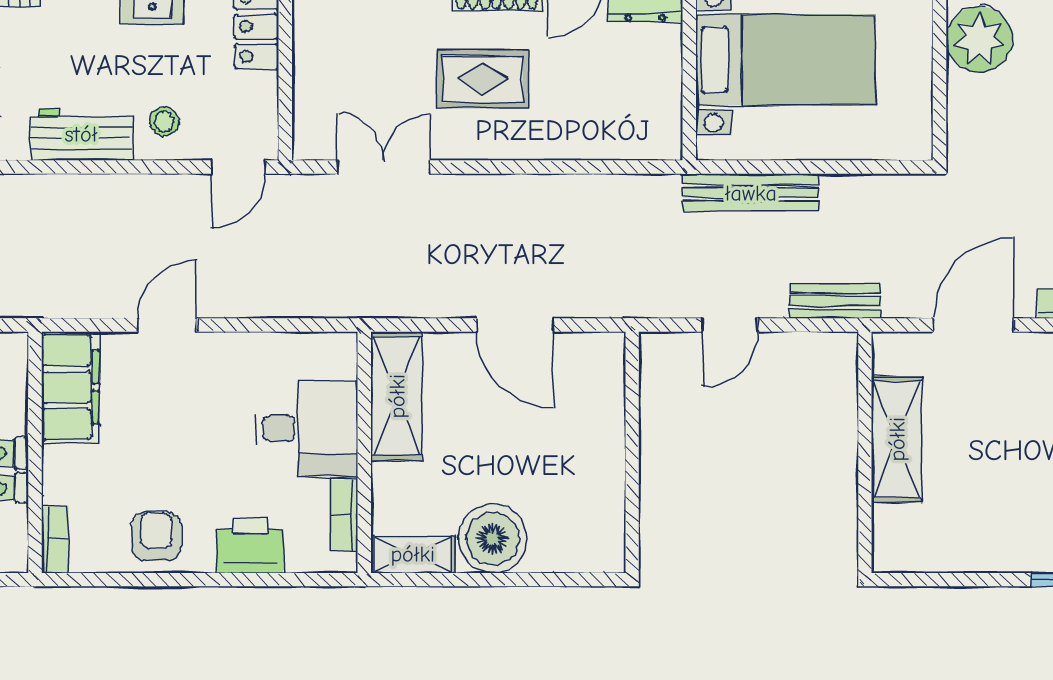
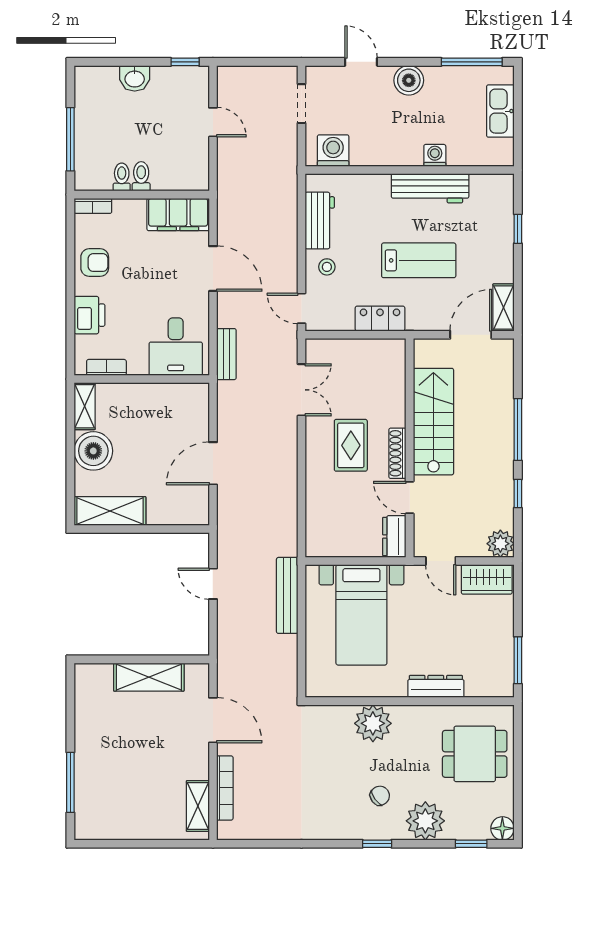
bench: (835, 301) -> (226, 354), moved
door: (167, 325) -> (213, 269), width x1.38
shelving: (397, 396) -> (110, 511), moved
desk: (306, 429) -> (176, 347), moved

